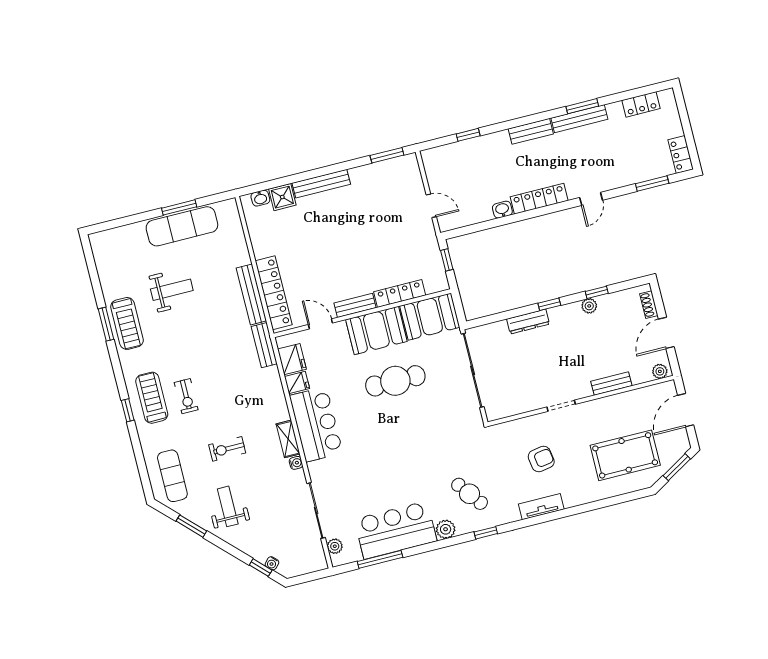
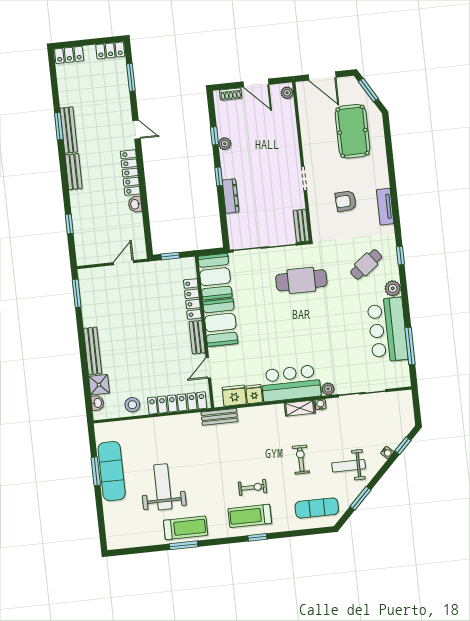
locker: (641, 104) -> (69, 55), moved, turned 90
stool: (264, 240) -> (132, 405), added
weight bench: (172, 290) -> (163, 487), width x1.36, depth x1.33
bench: (251, 294) -> (176, 422), removed
cafe table: (395, 381) -> (301, 280), moved, turned 90
bench: (611, 384) -> (301, 226), moved
exercise bike: (227, 449) -> (301, 460), turned 180
armchair: (541, 459) -> (346, 201), turned -84
plant: (335, 546) -> (328, 389), moved
water cooler: (272, 563) -> (387, 453), moved

